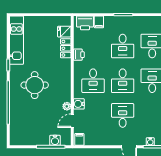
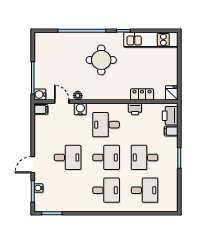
fridge: (64, 32) -> (172, 93), moved
desk: (123, 81) -> (106, 157), turned 180
water cooler: (55, 140) -> (40, 94), moved

